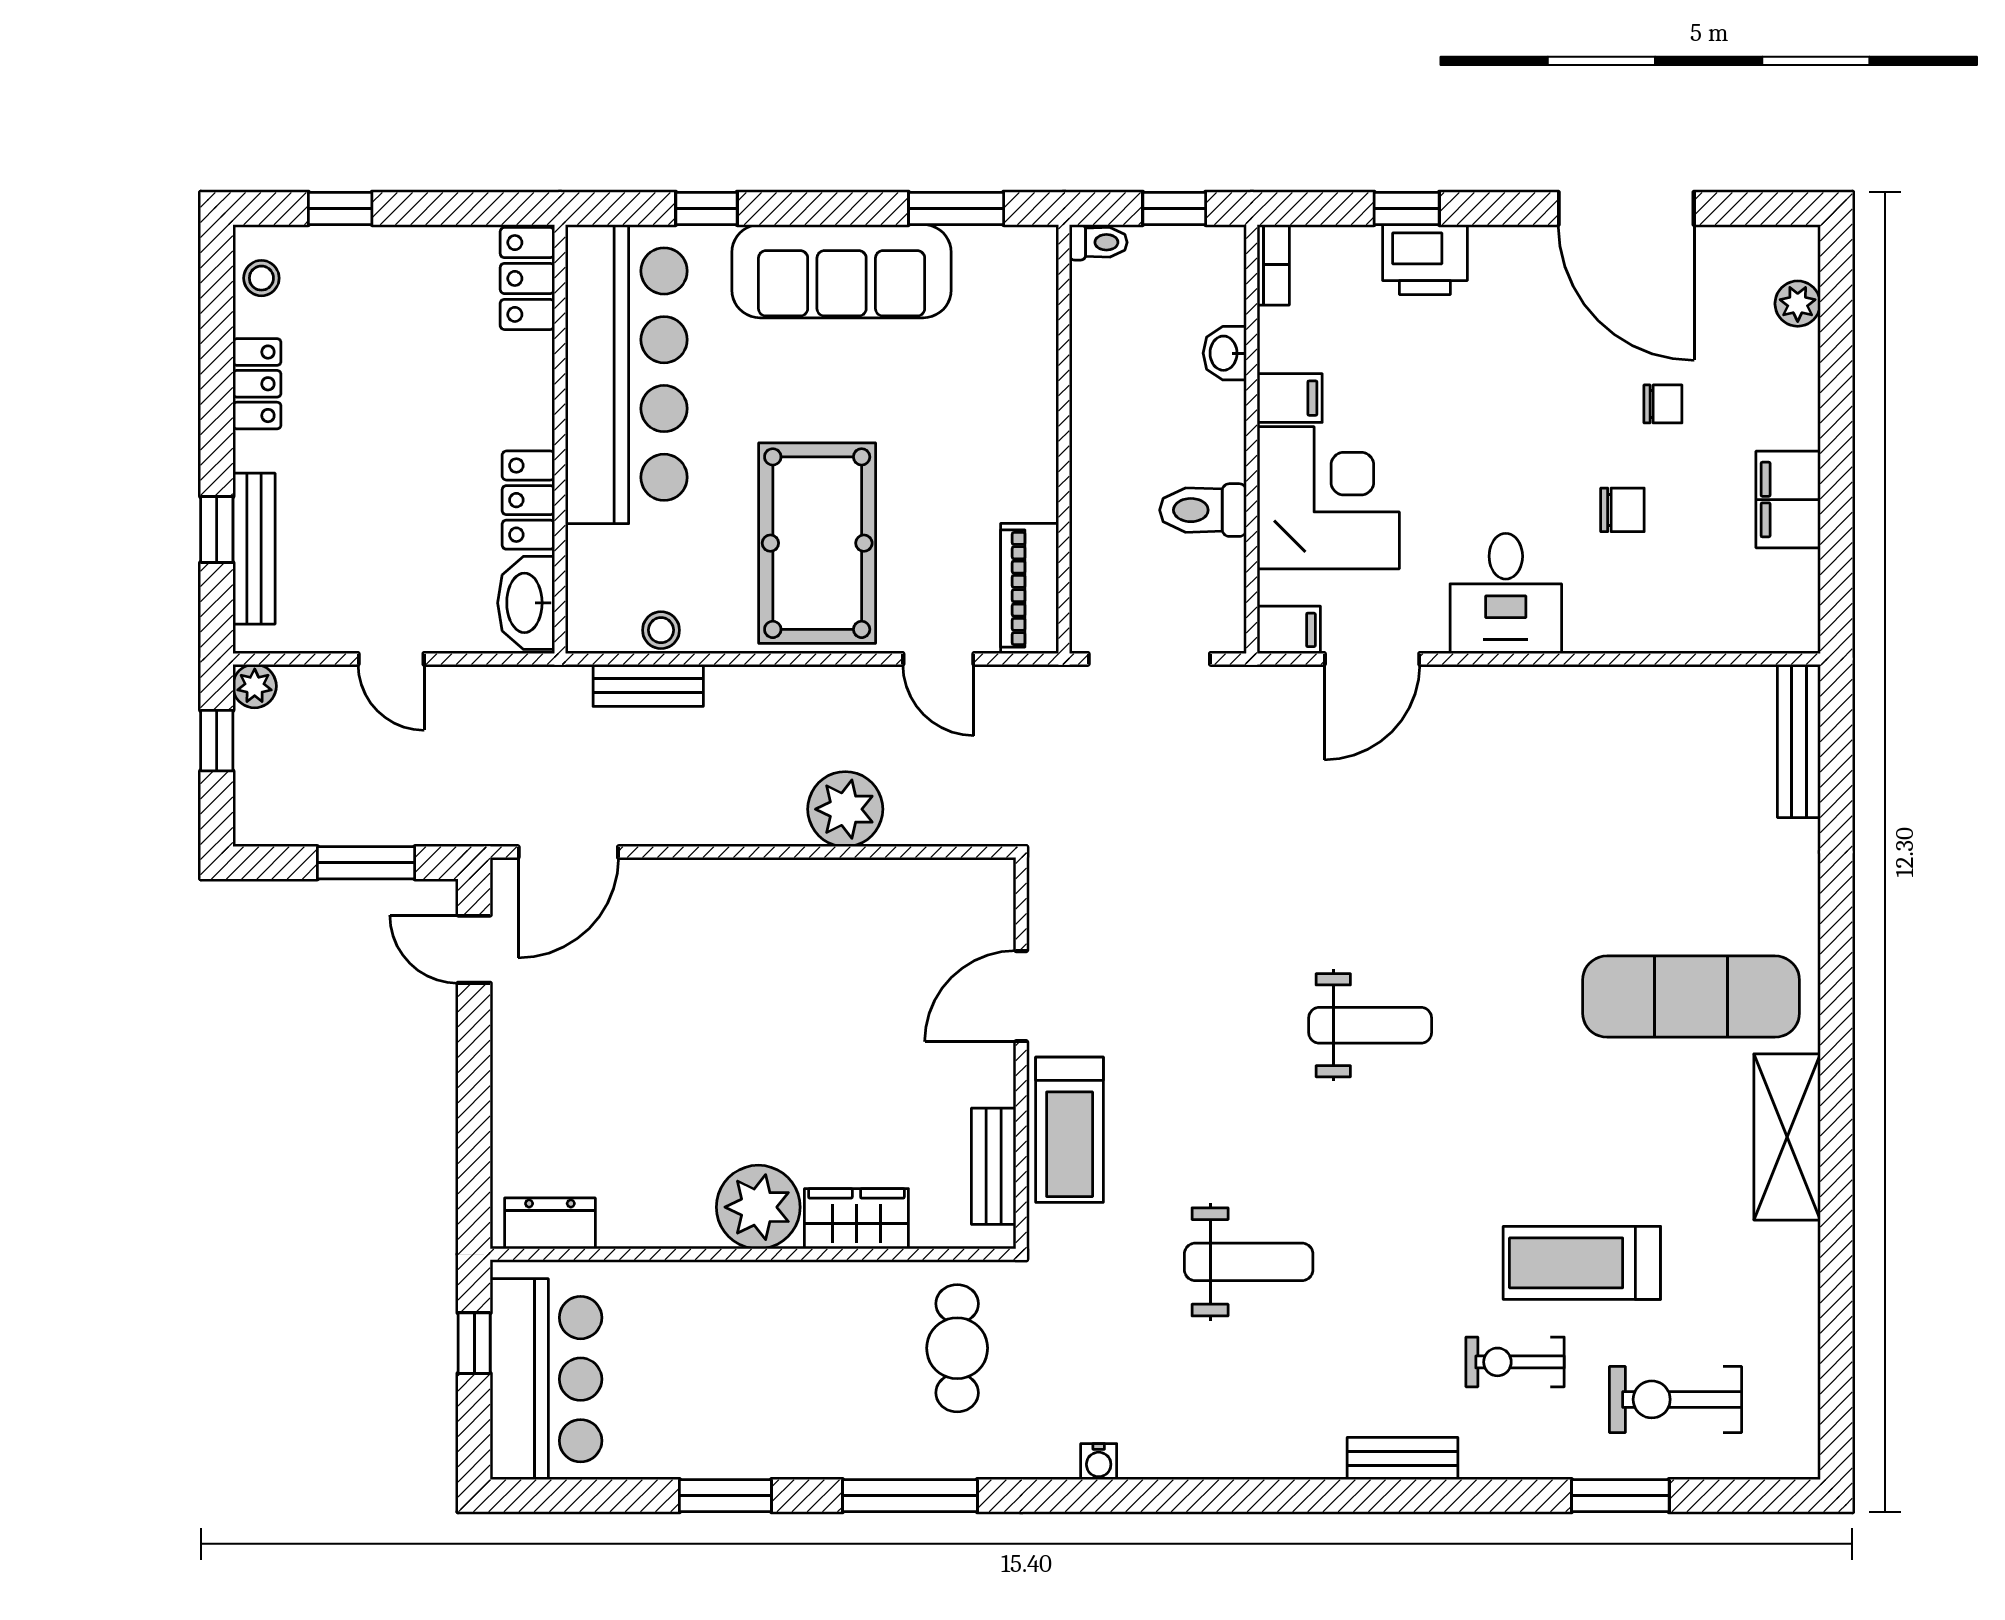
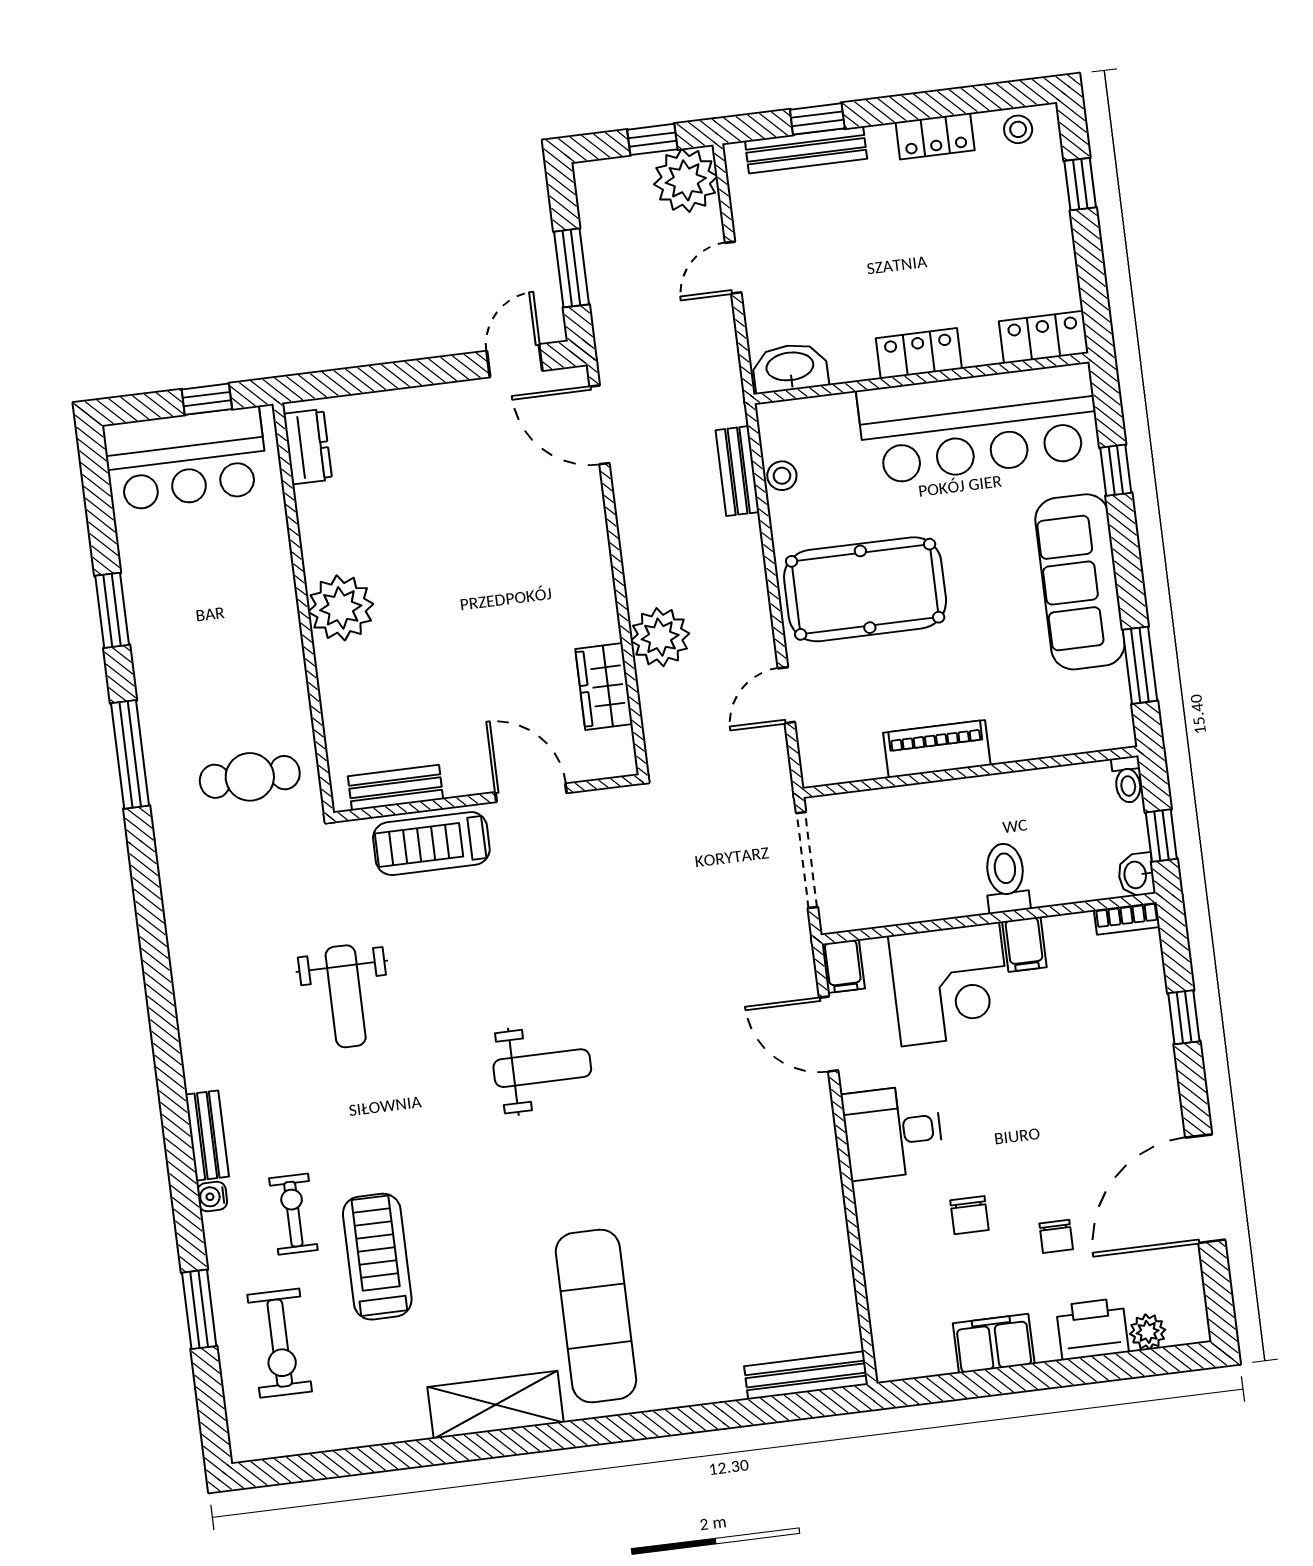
printer: (1425, 260) -> (1092, 1329), moved, turned 90
washbasin: (1225, 353) -> (1136, 875), moved, turned -90
locker: (528, 500) -> (919, 353), moved
toilet: (1203, 510) -> (1006, 878), moved
piano: (1030, 589) -> (937, 749), moved
plant: (255, 686) -> (686, 180), width x1.87, depth x1.87
weight bench: (1370, 1025) -> (542, 1068), turned -90
wardrobe: (856, 1219) -> (604, 687), moved, turned 180
exercise bike: (1675, 1399) -> (280, 1343), turned 180
water cooler: (1099, 1462) -> (212, 1197), moved

